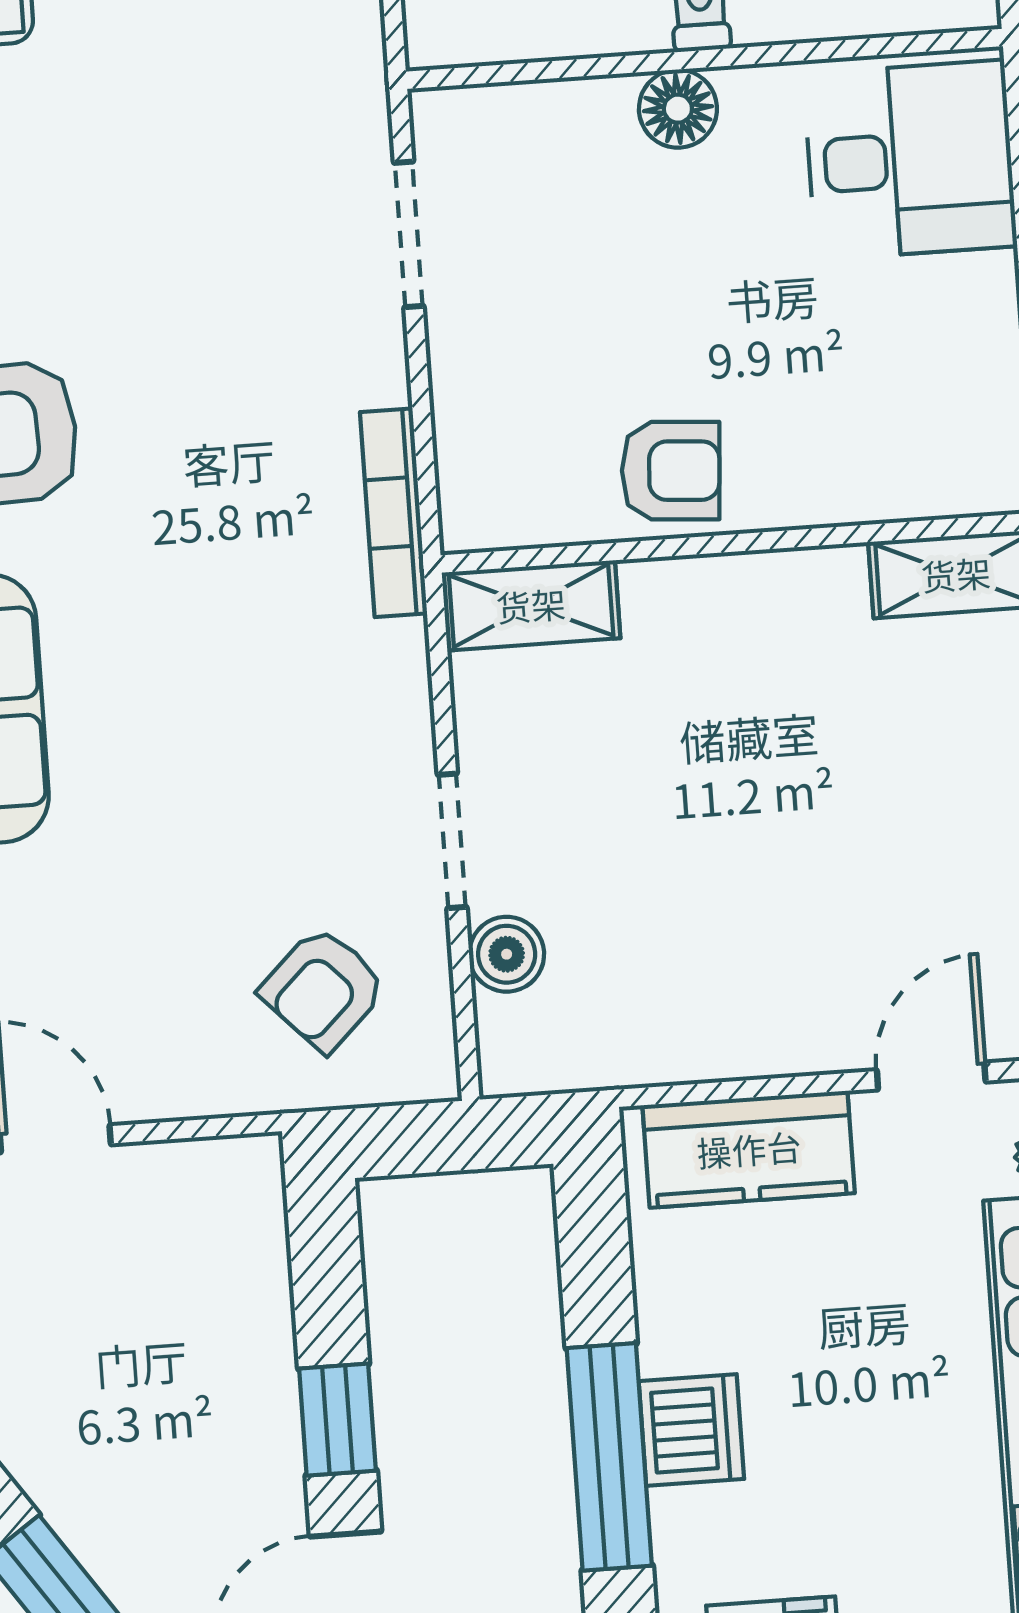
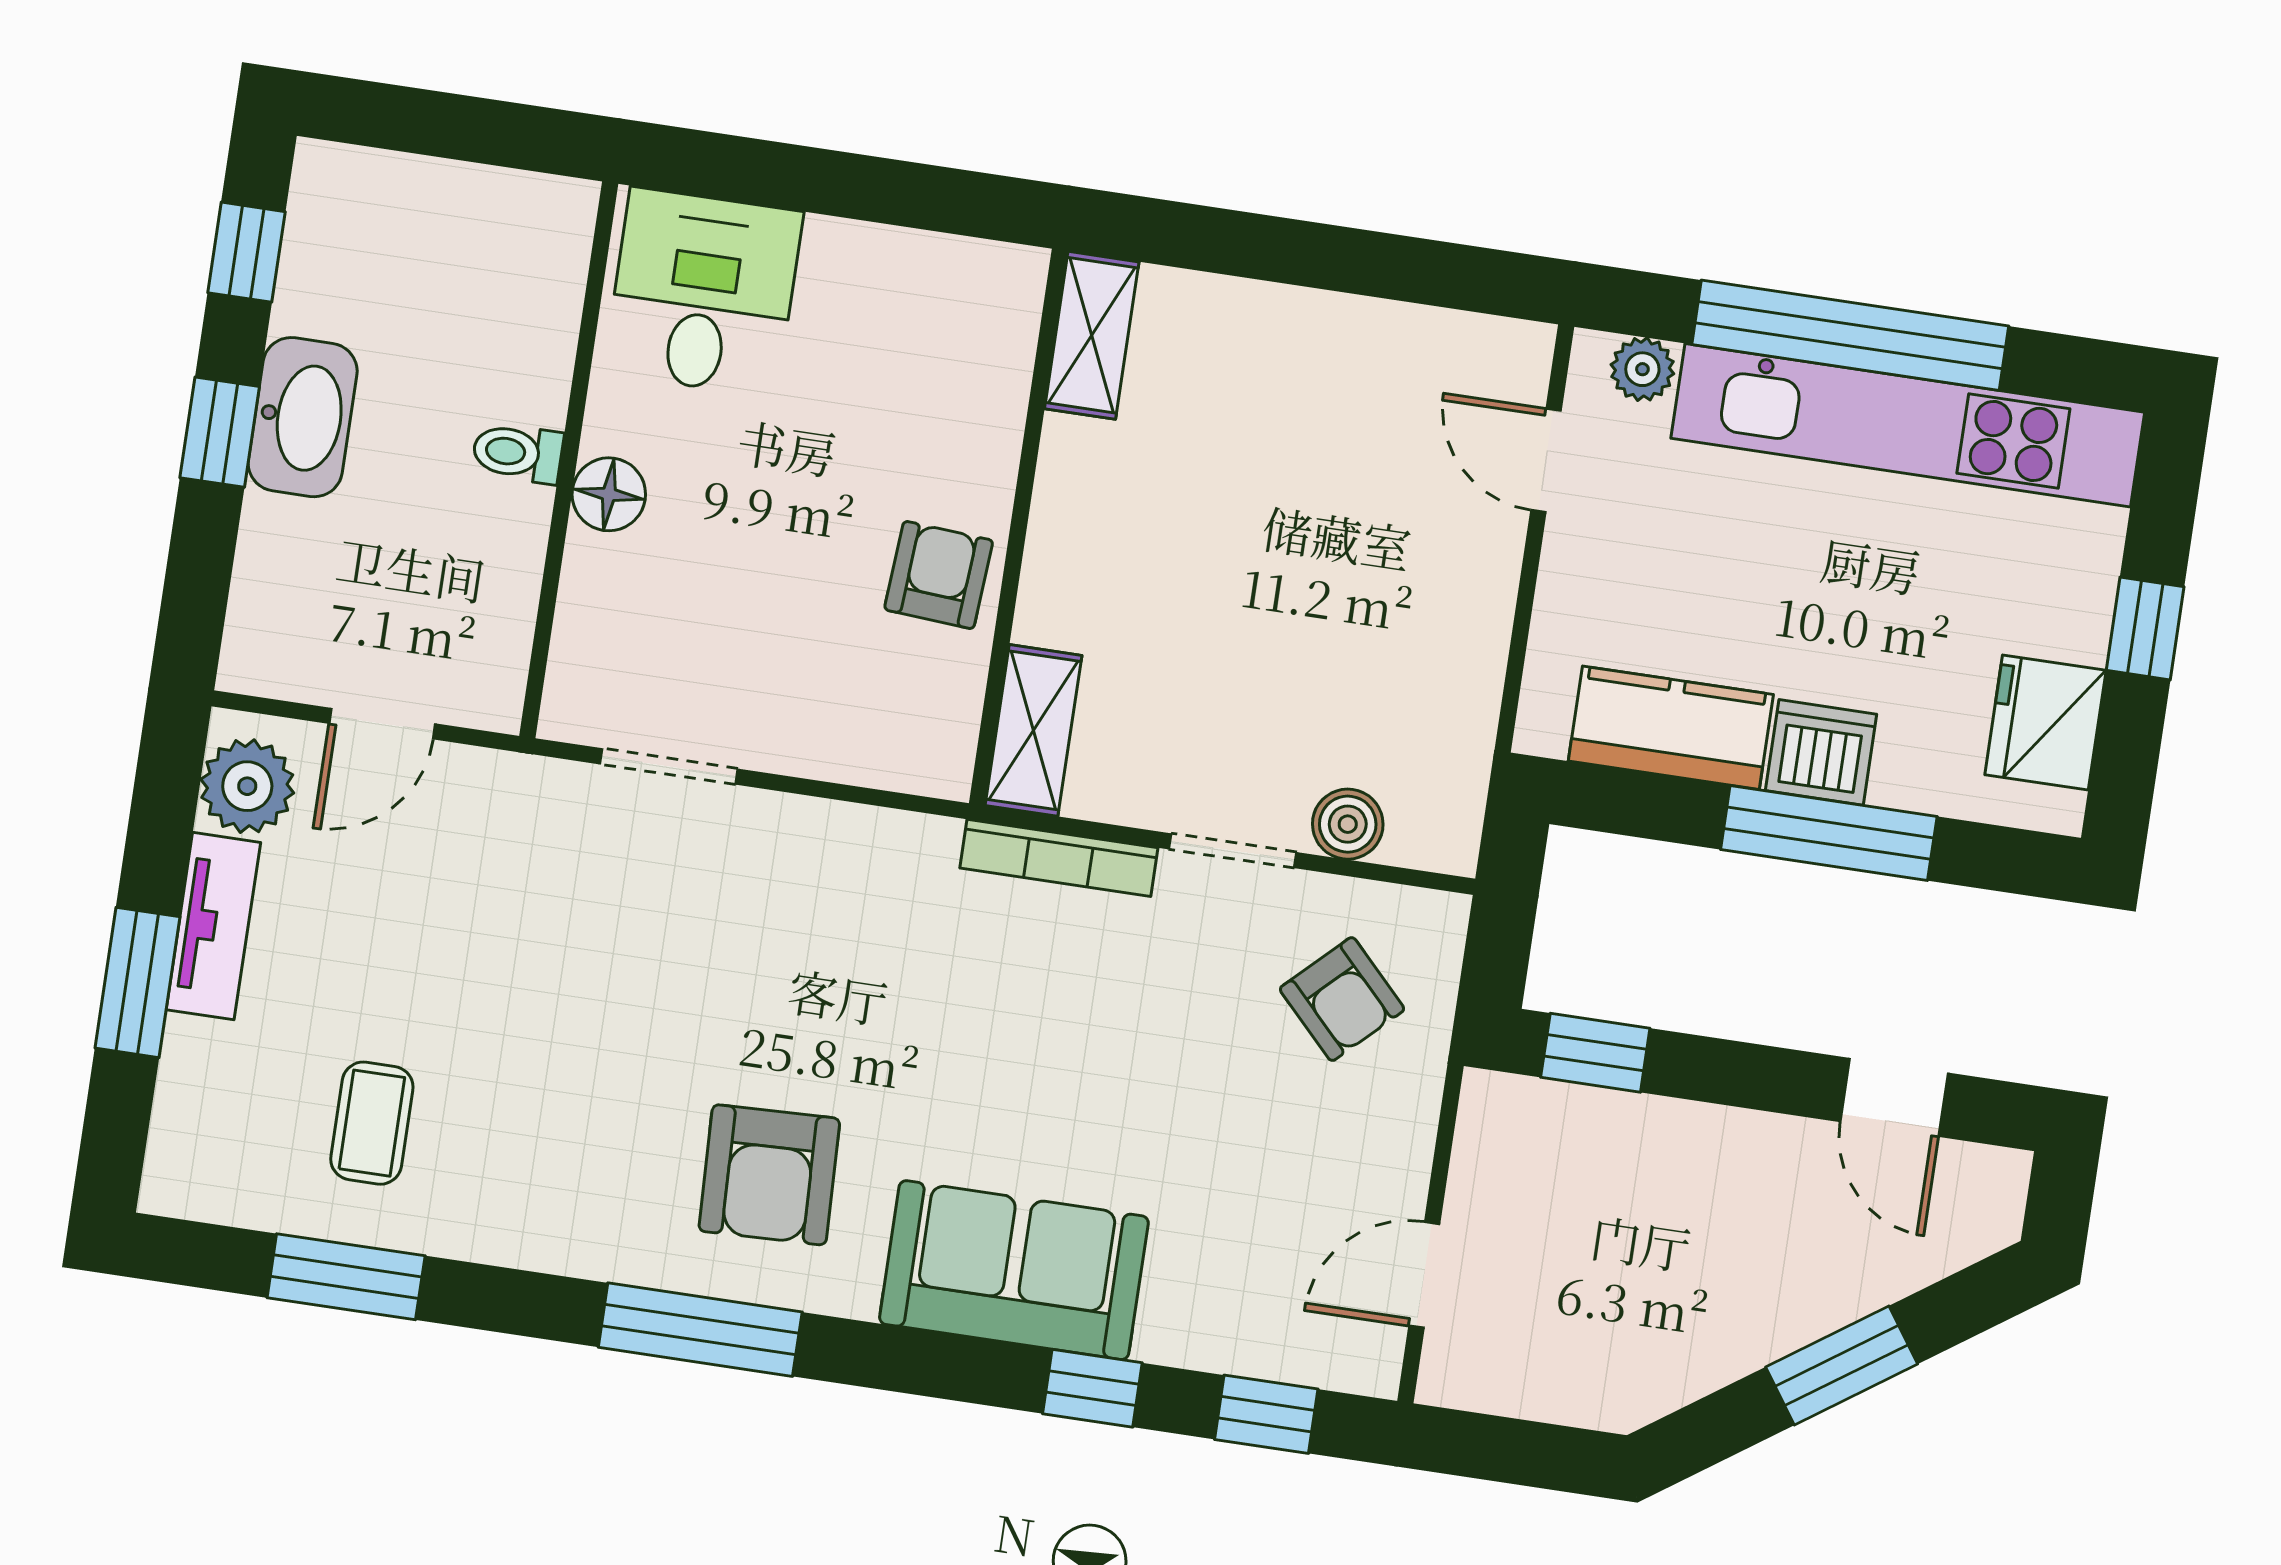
bookcase: (394, 513) -> (1059, 858), moved
kitchen counter: (749, 1149) -> (1671, 728), moved, turned -90
window: (337, 1420) -> (1595, 1053), moved

